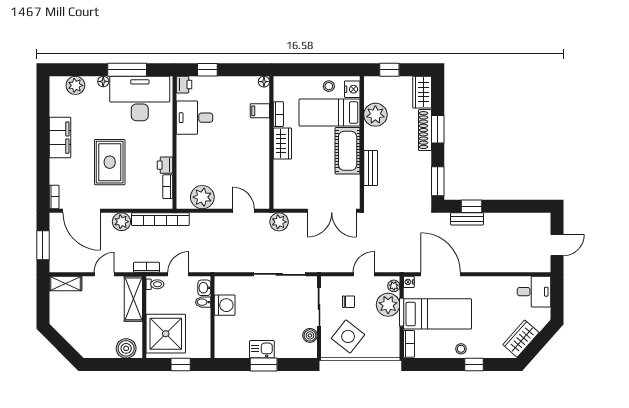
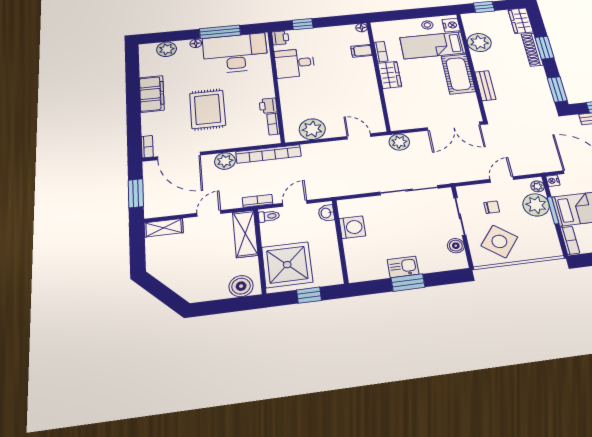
bidet: (203, 302) -> (327, 227), removed

